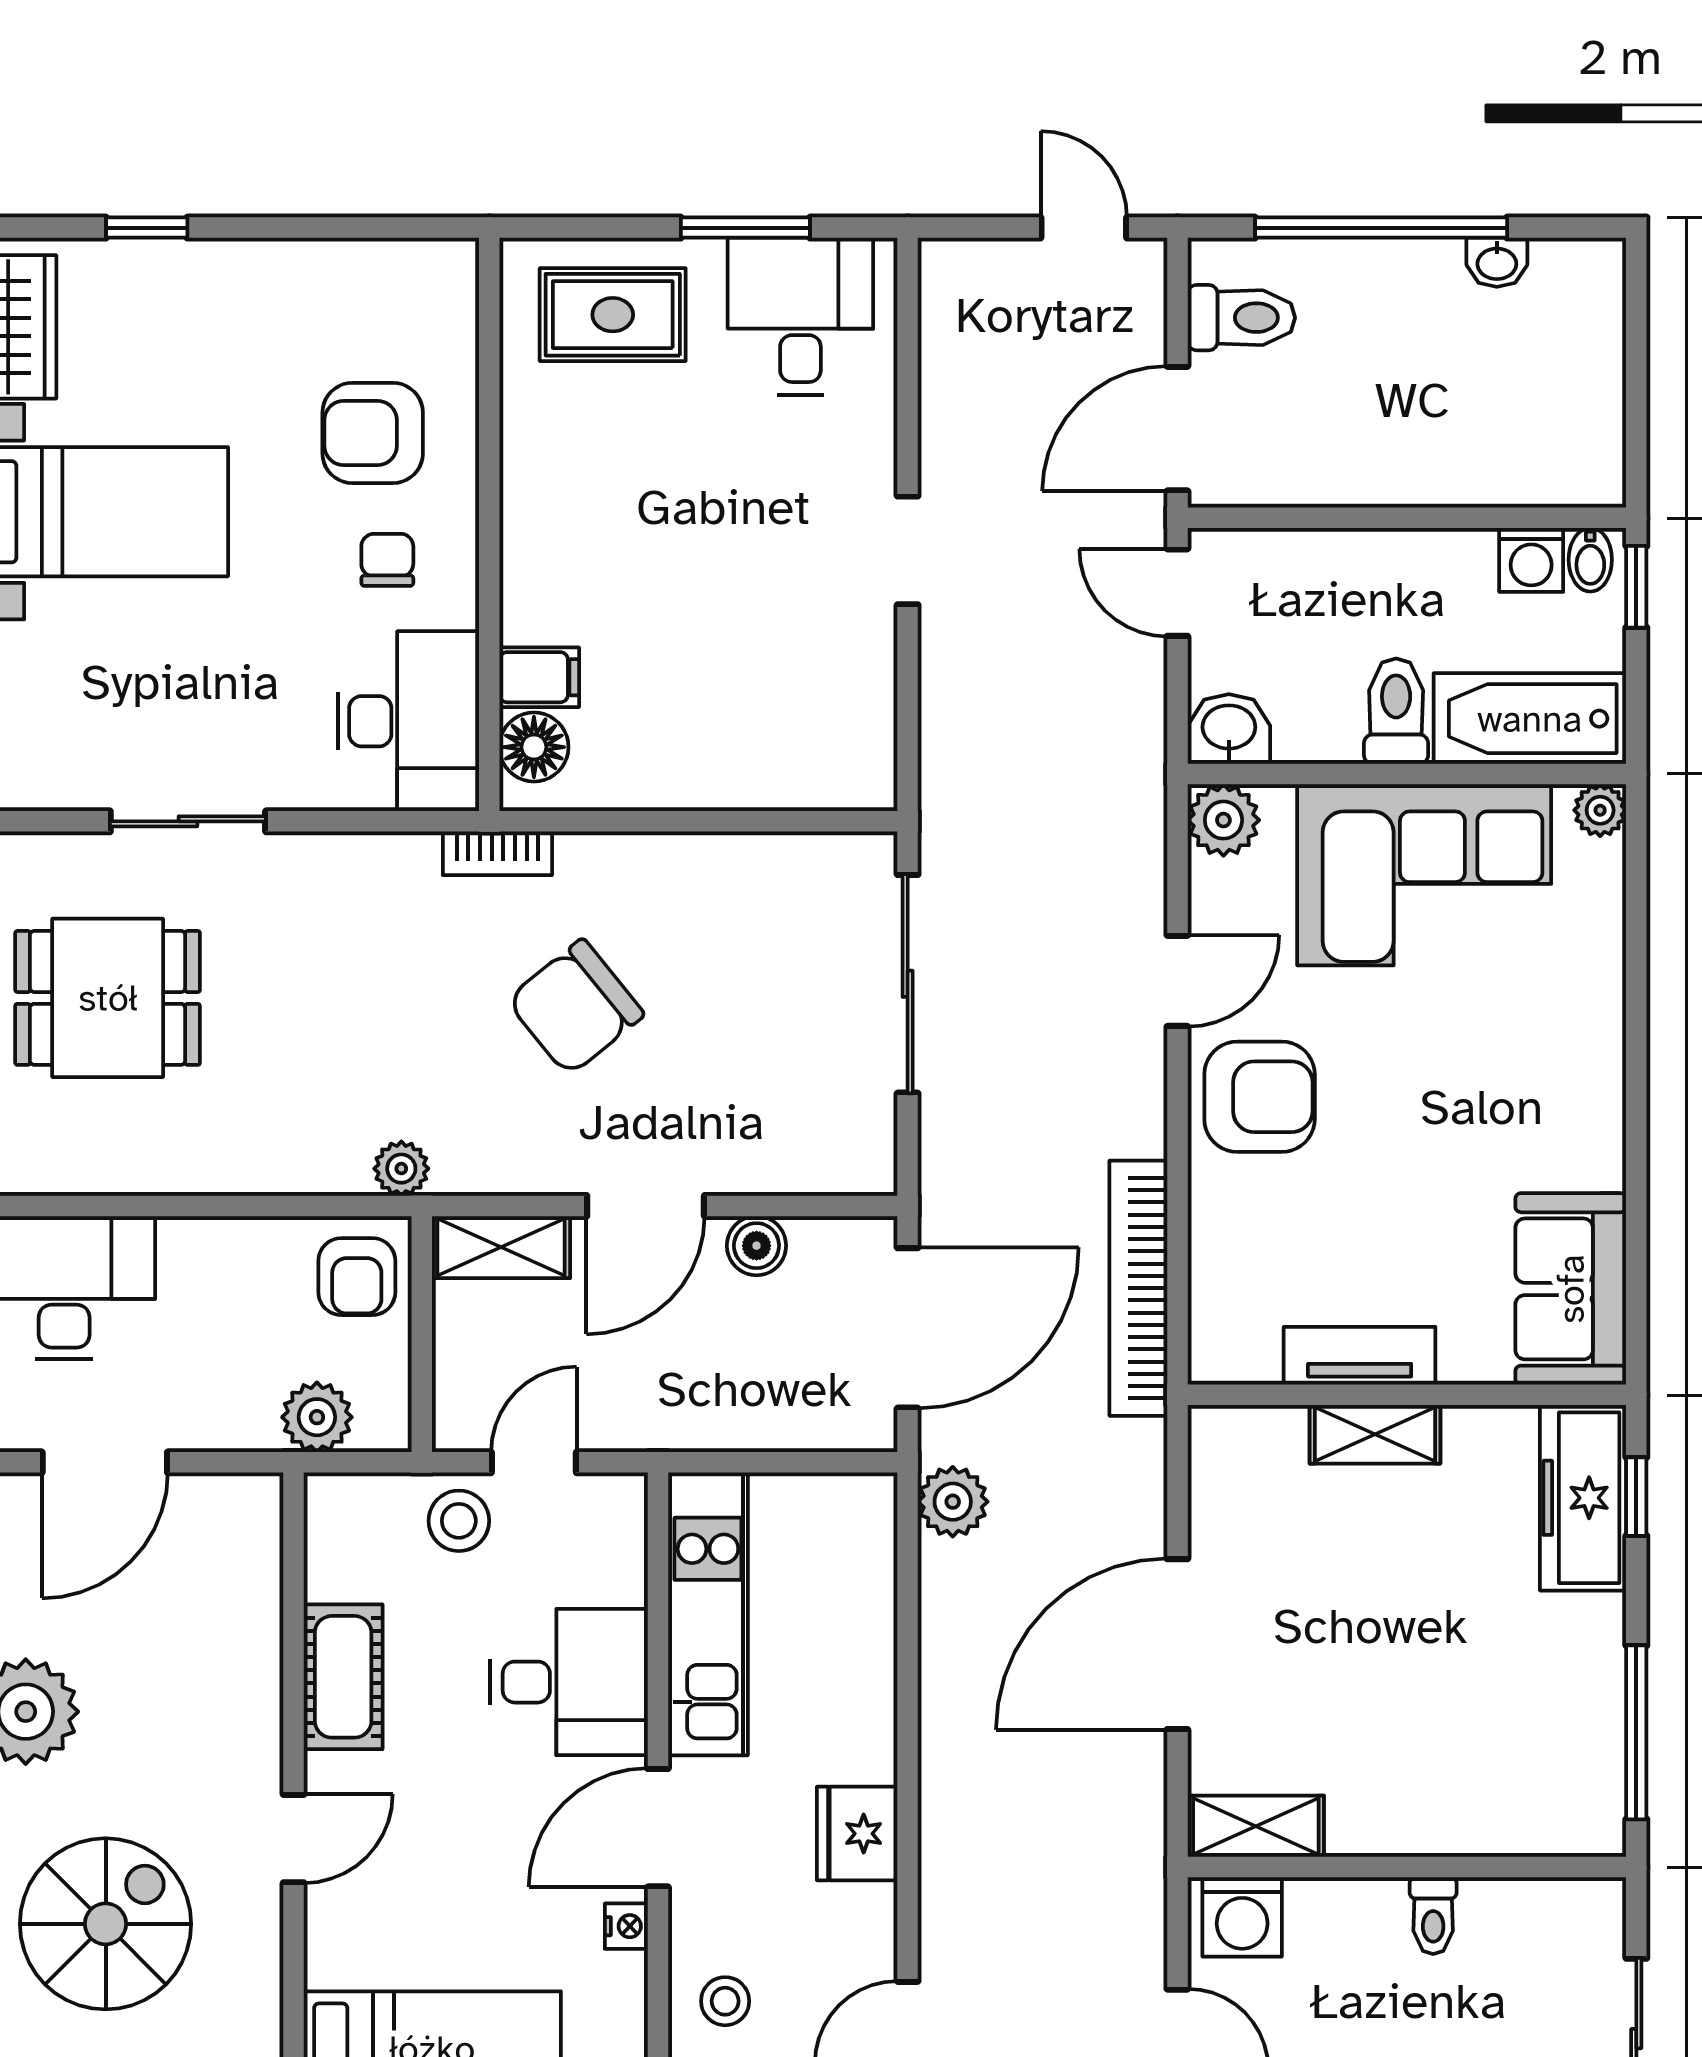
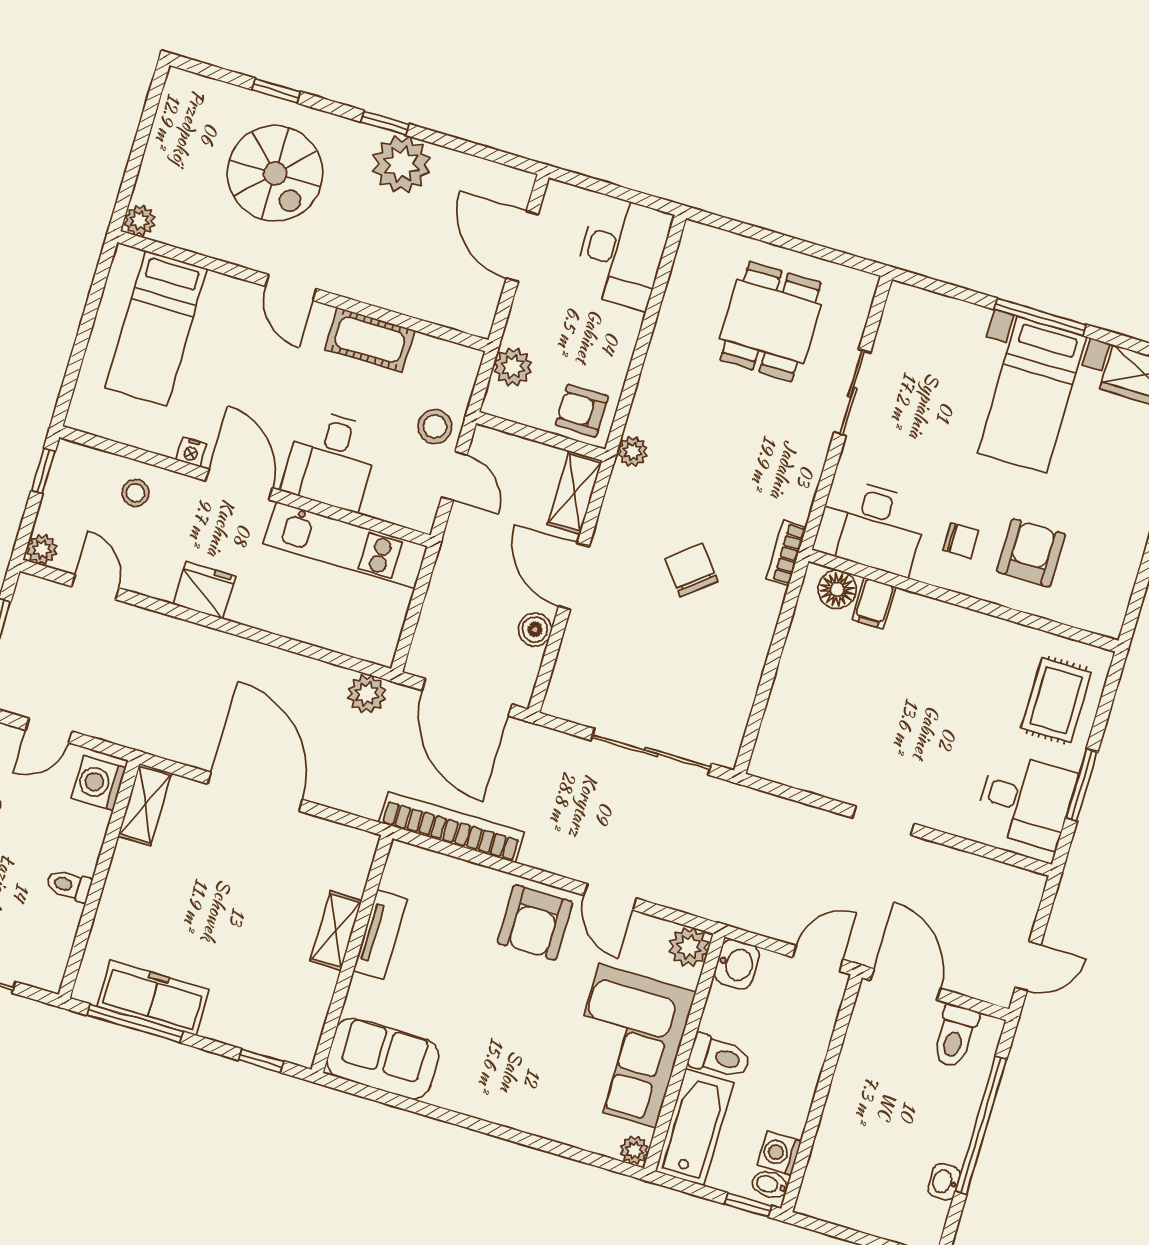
chair: (575, 1007) -> (691, 570), width x0.73, depth x0.73
freezer: (1583, 1498) -> (153, 998), moved

